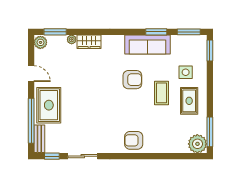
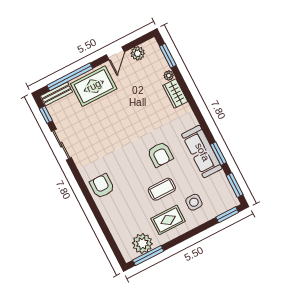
plant: (40, 42) -> (138, 53), moved
plant: (197, 144) -> (142, 243), moved

